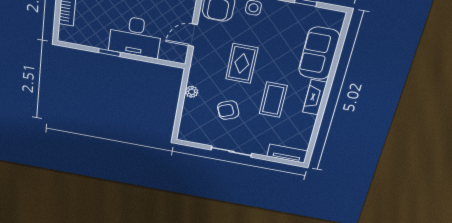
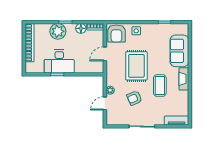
desk: (135, 37) -> (59, 61), moved
rug: (242, 63) -> (136, 66), width x1.36, depth x1.43
door: (180, 109) -> (105, 103), added

